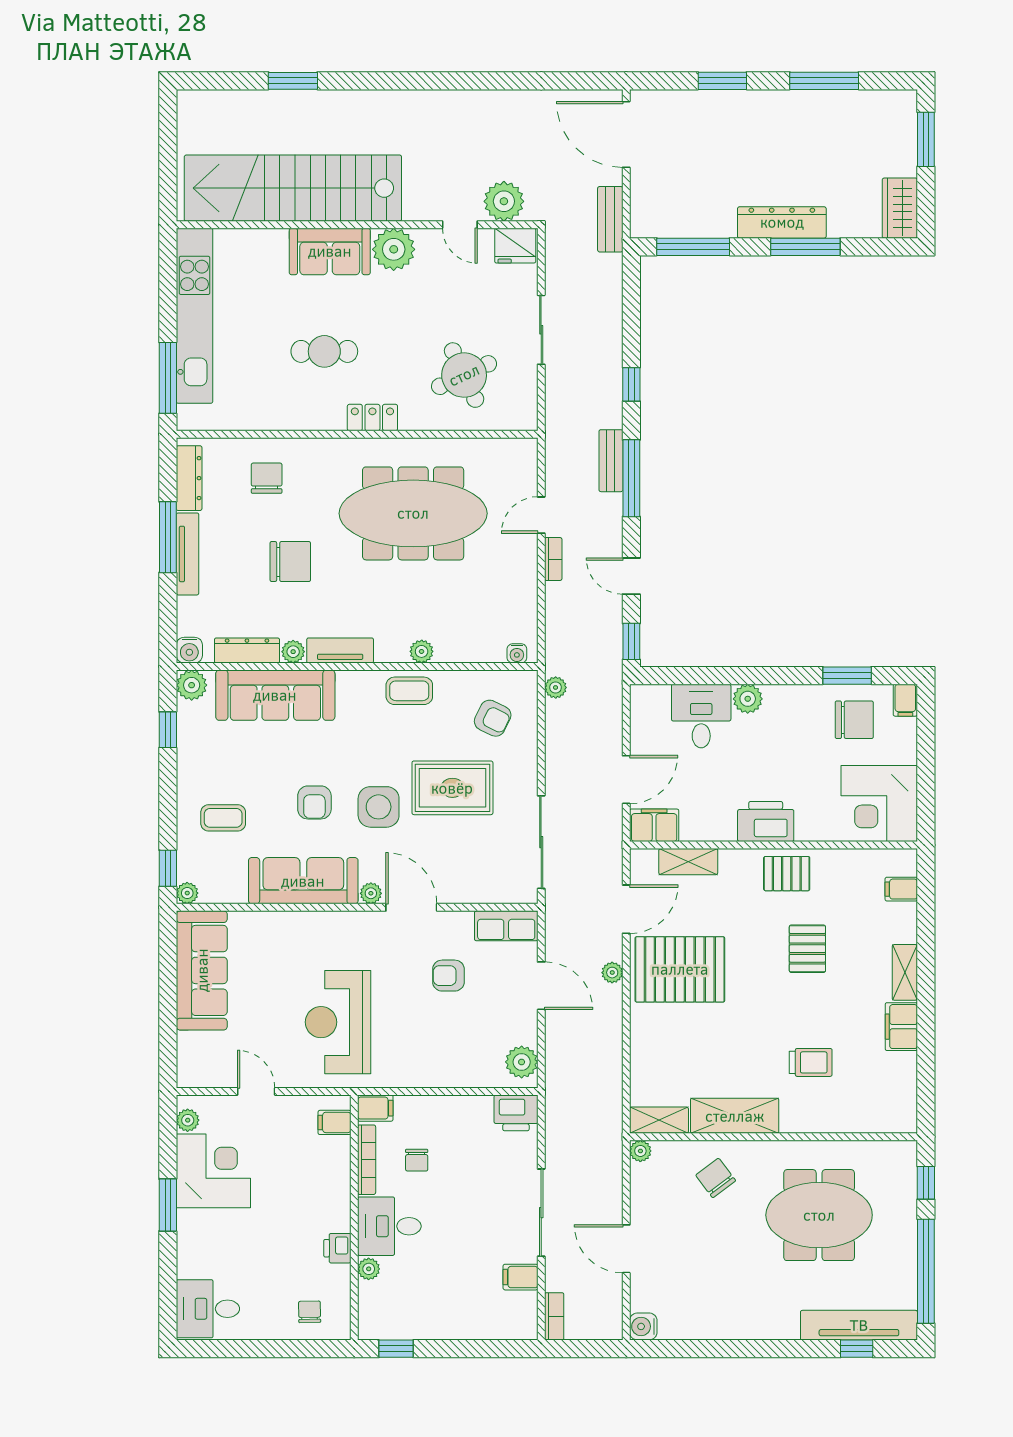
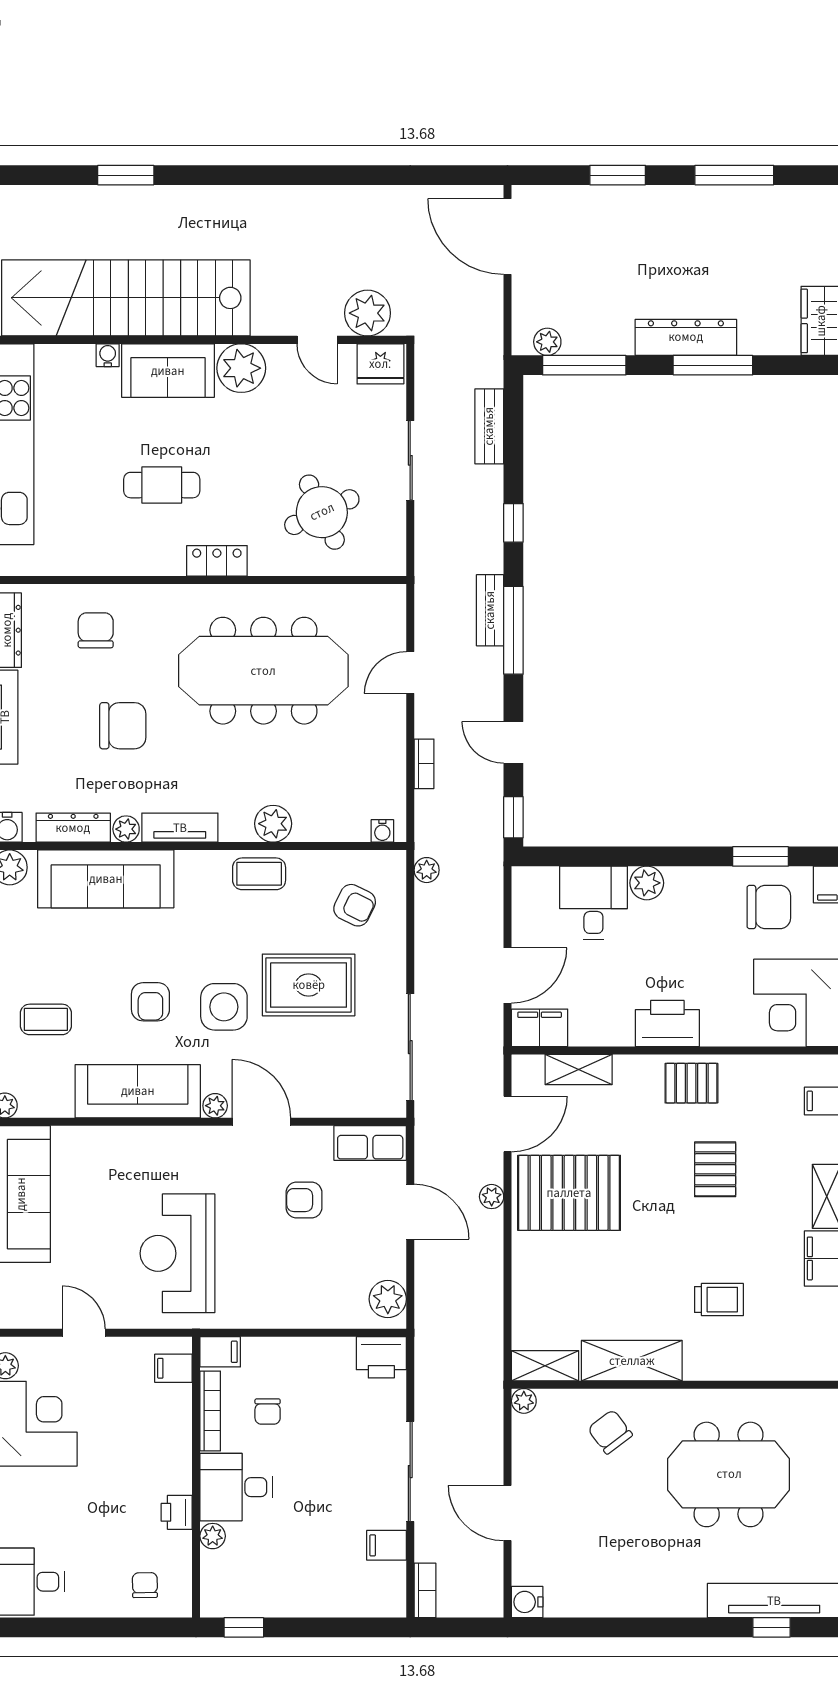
bench: (610, 219) -> (489, 426), moved
plant: (661, 226) -> (547, 342), added
water cooler: (277, 238) -> (108, 355), added
bookcase: (553, 559) -> (424, 764), moved
plant: (422, 651) -> (273, 824), width x1.38, depth x1.38

